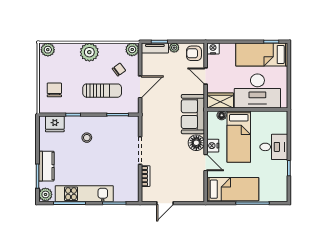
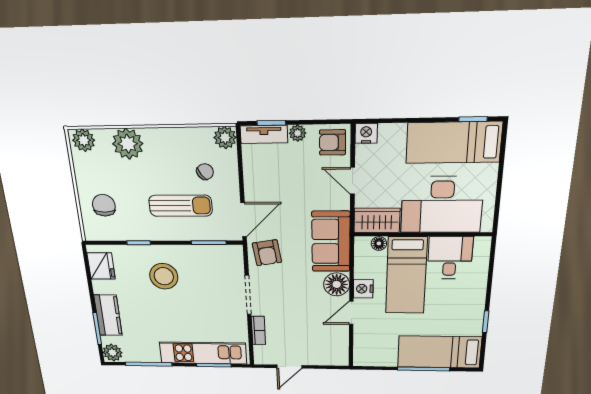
plant: (89, 52) -> (128, 144), moved
door: (140, 87) -> (243, 220), moved
armchair: (153, 121) -> (267, 253), added
fridge: (55, 124) -> (101, 266), moved, turned -90
stool: (87, 138) -> (164, 276), width x1.89, depth x1.89
desk: (274, 147) -> (450, 258), moved, turned -90
door: (206, 163) -> (351, 313), swing flipped
bed: (233, 189) -> (439, 352), moved, turned 180
kitchen unit: (84, 194) -> (203, 353), moved

